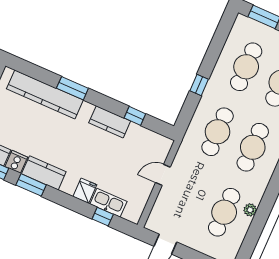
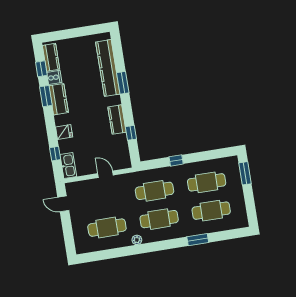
kitchen sink: (108, 203) -> (68, 165), moved
plant: (250, 210) -> (137, 240), moved

